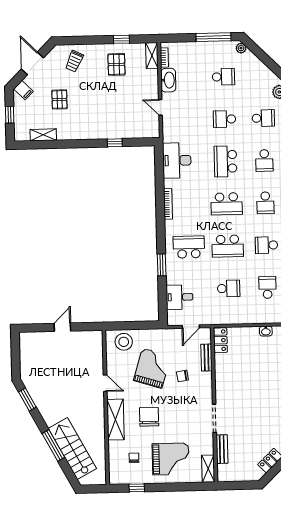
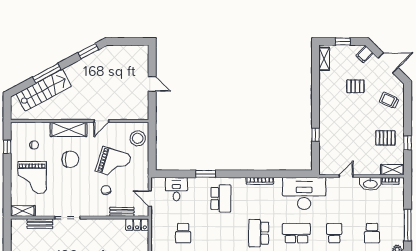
shelving: (43, 135) -> (324, 59), moved
desk: (177, 160) -> (304, 193), width x1.36, depth x1.30
school desk: (228, 246) -> (221, 233), removed

